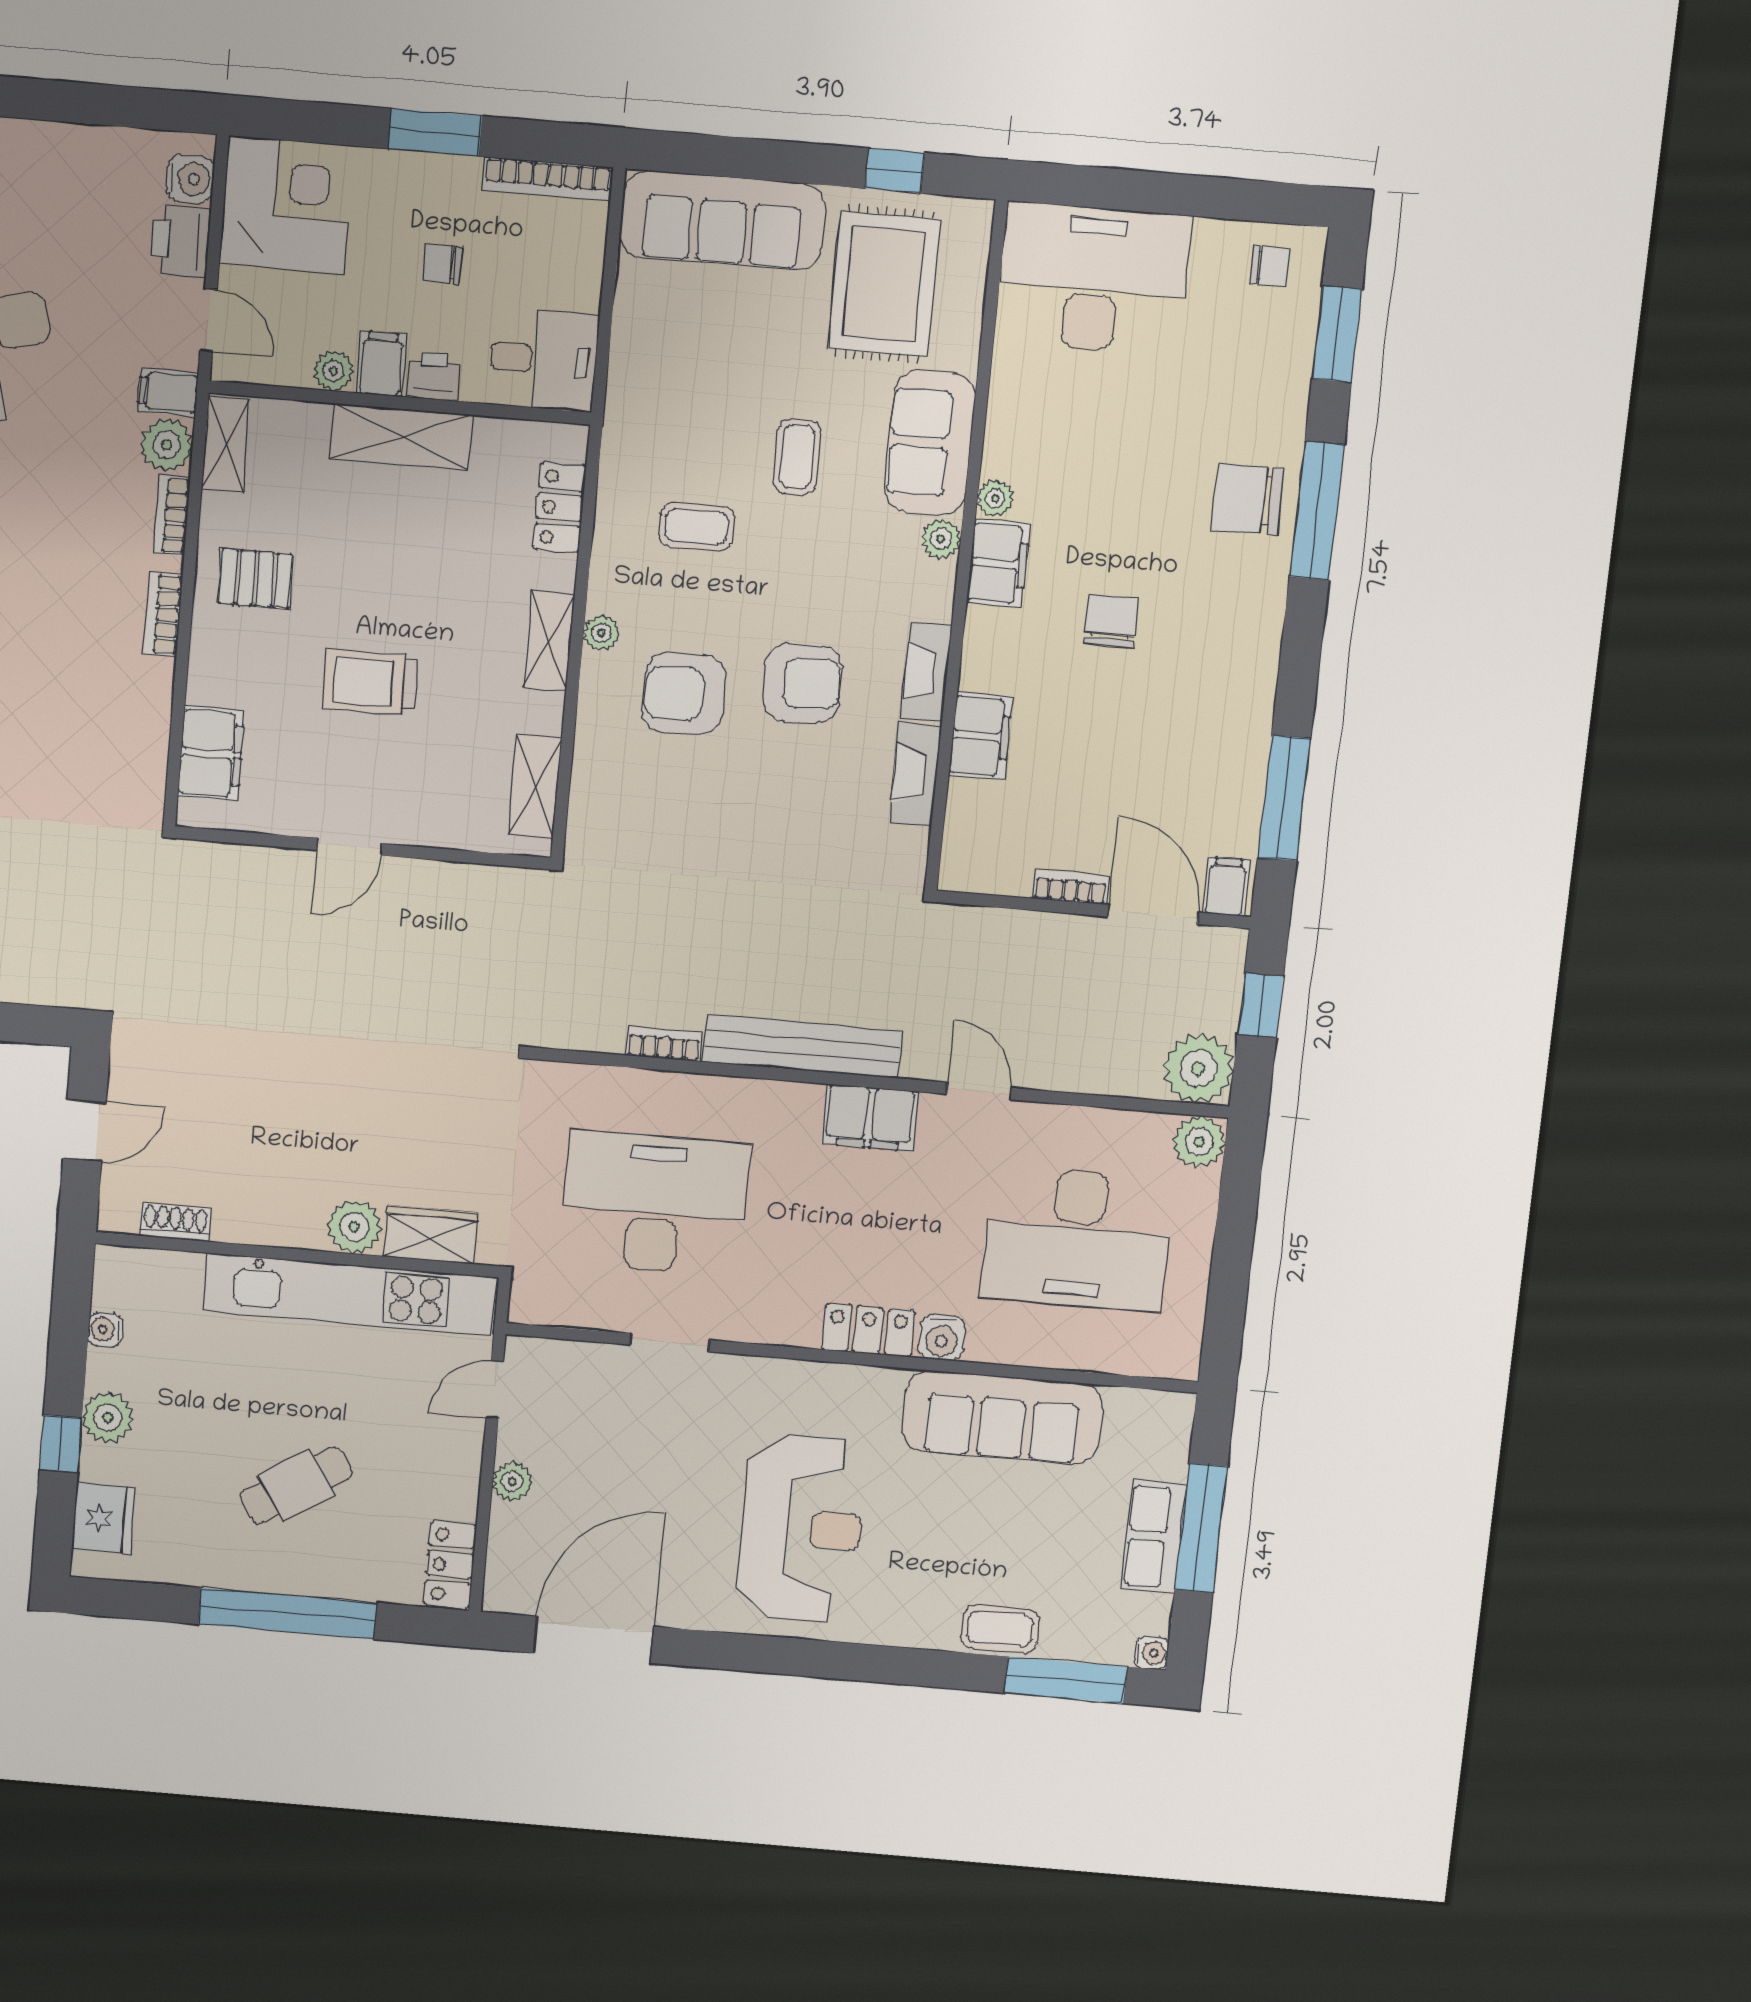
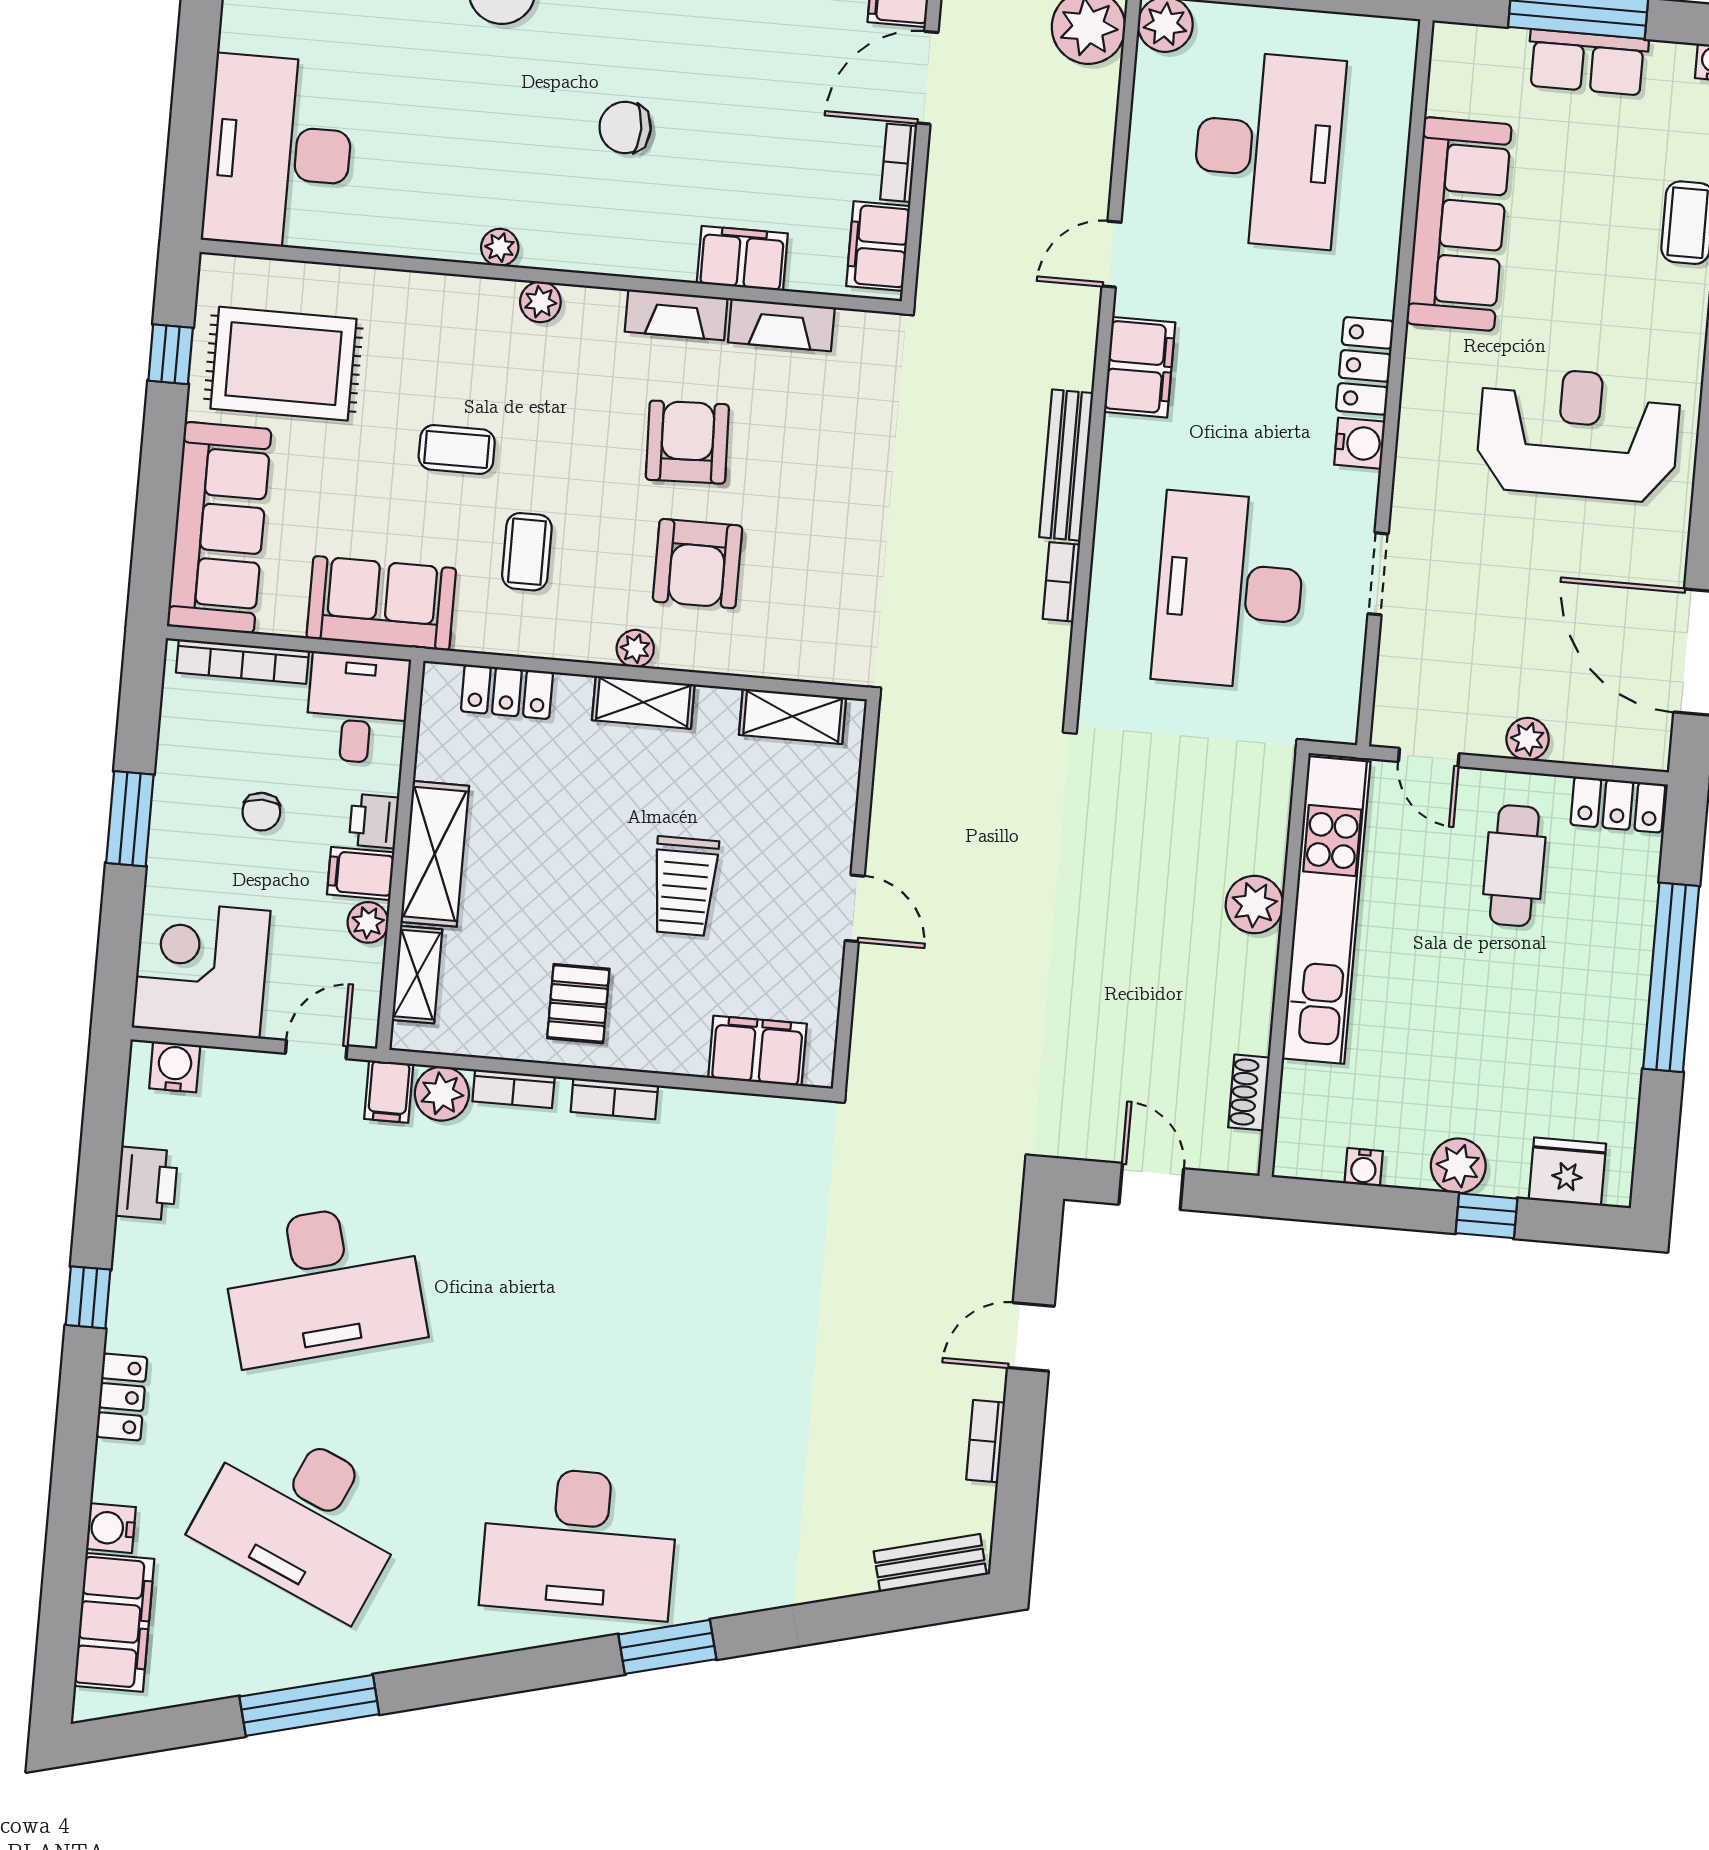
bookcase: (548, 179) -> (242, 662), moved, turned 90
printer: (180, 241) -> (147, 1184), moved, turned -90
sofa: (930, 443) -> (381, 603), moved, turned 180
shelving: (226, 444) -> (417, 975), moved, turned 90
filing cabinet: (998, 563) -> (878, 246), moved, turned -90
bench: (803, 1046) -> (1066, 465), width x0.73, depth x0.82
wardrobe: (431, 1235) -> (1263, 825), removed
water cooler: (942, 1338) -> (1360, 443), moved
cafe table: (296, 1485) -> (1514, 866), moved, turned 32

